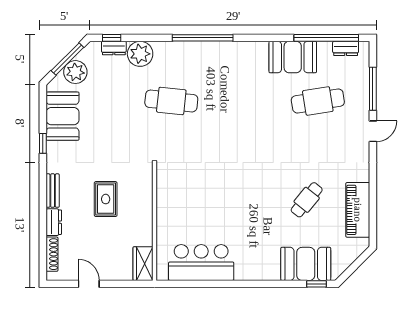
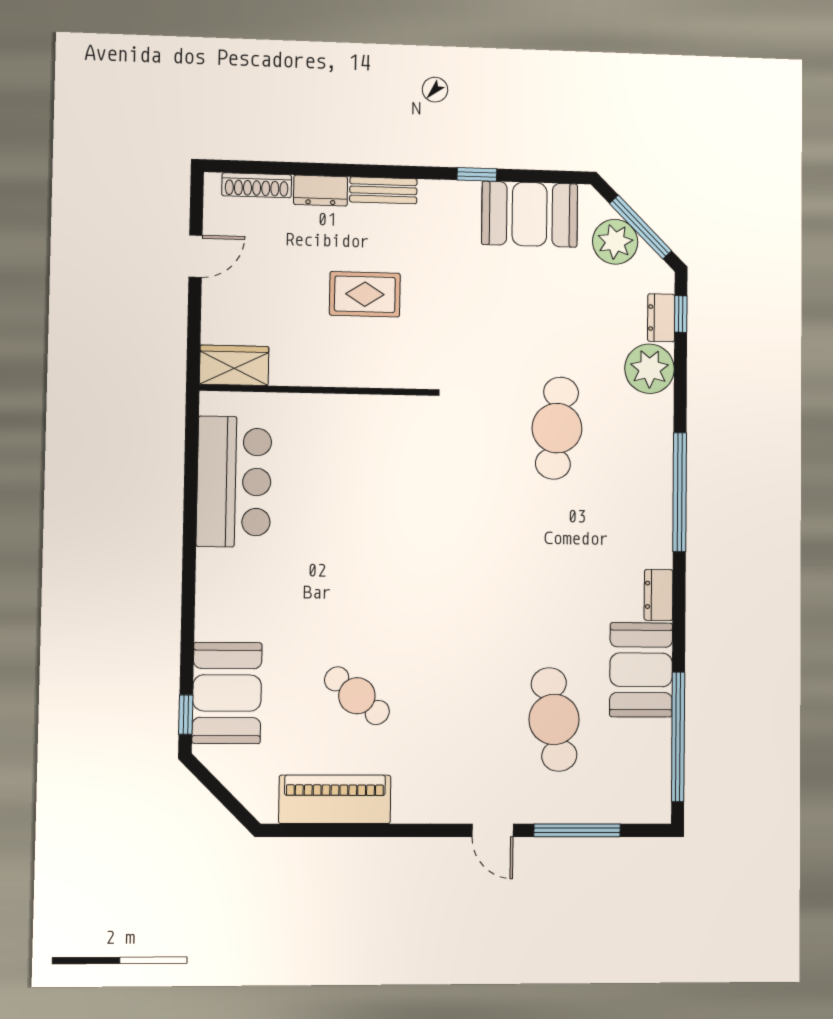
dresser: (346, 48) -> (659, 595), moved

